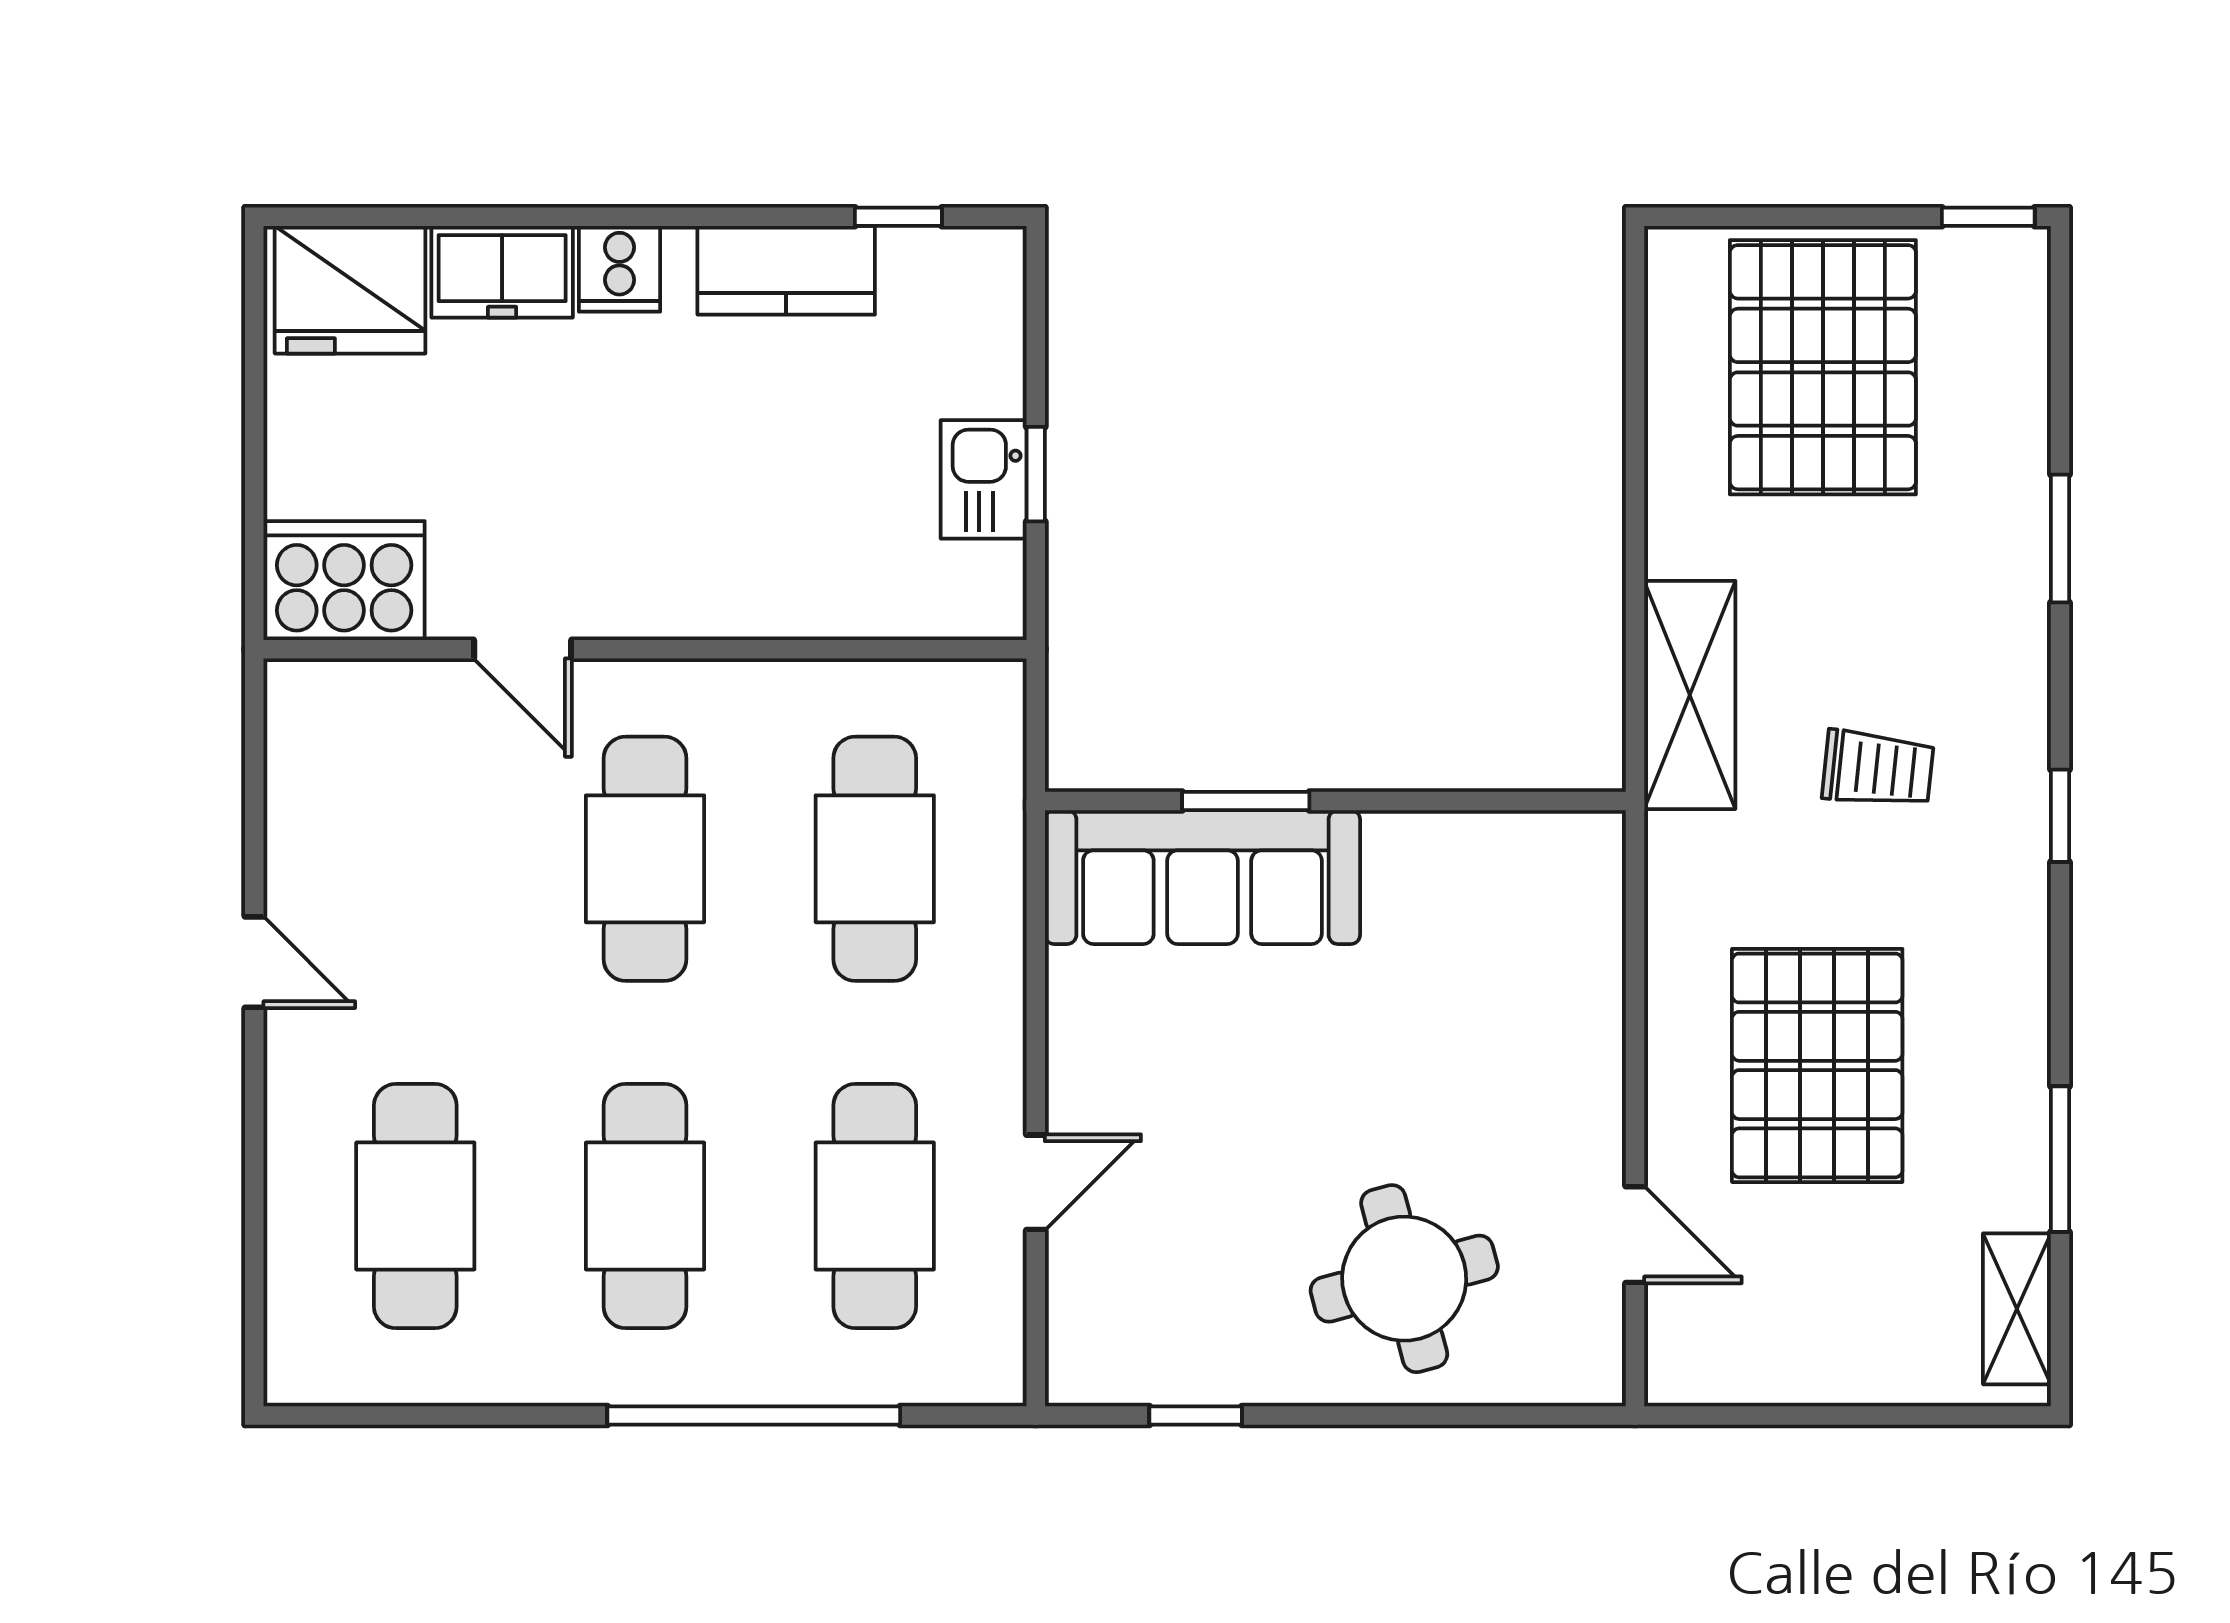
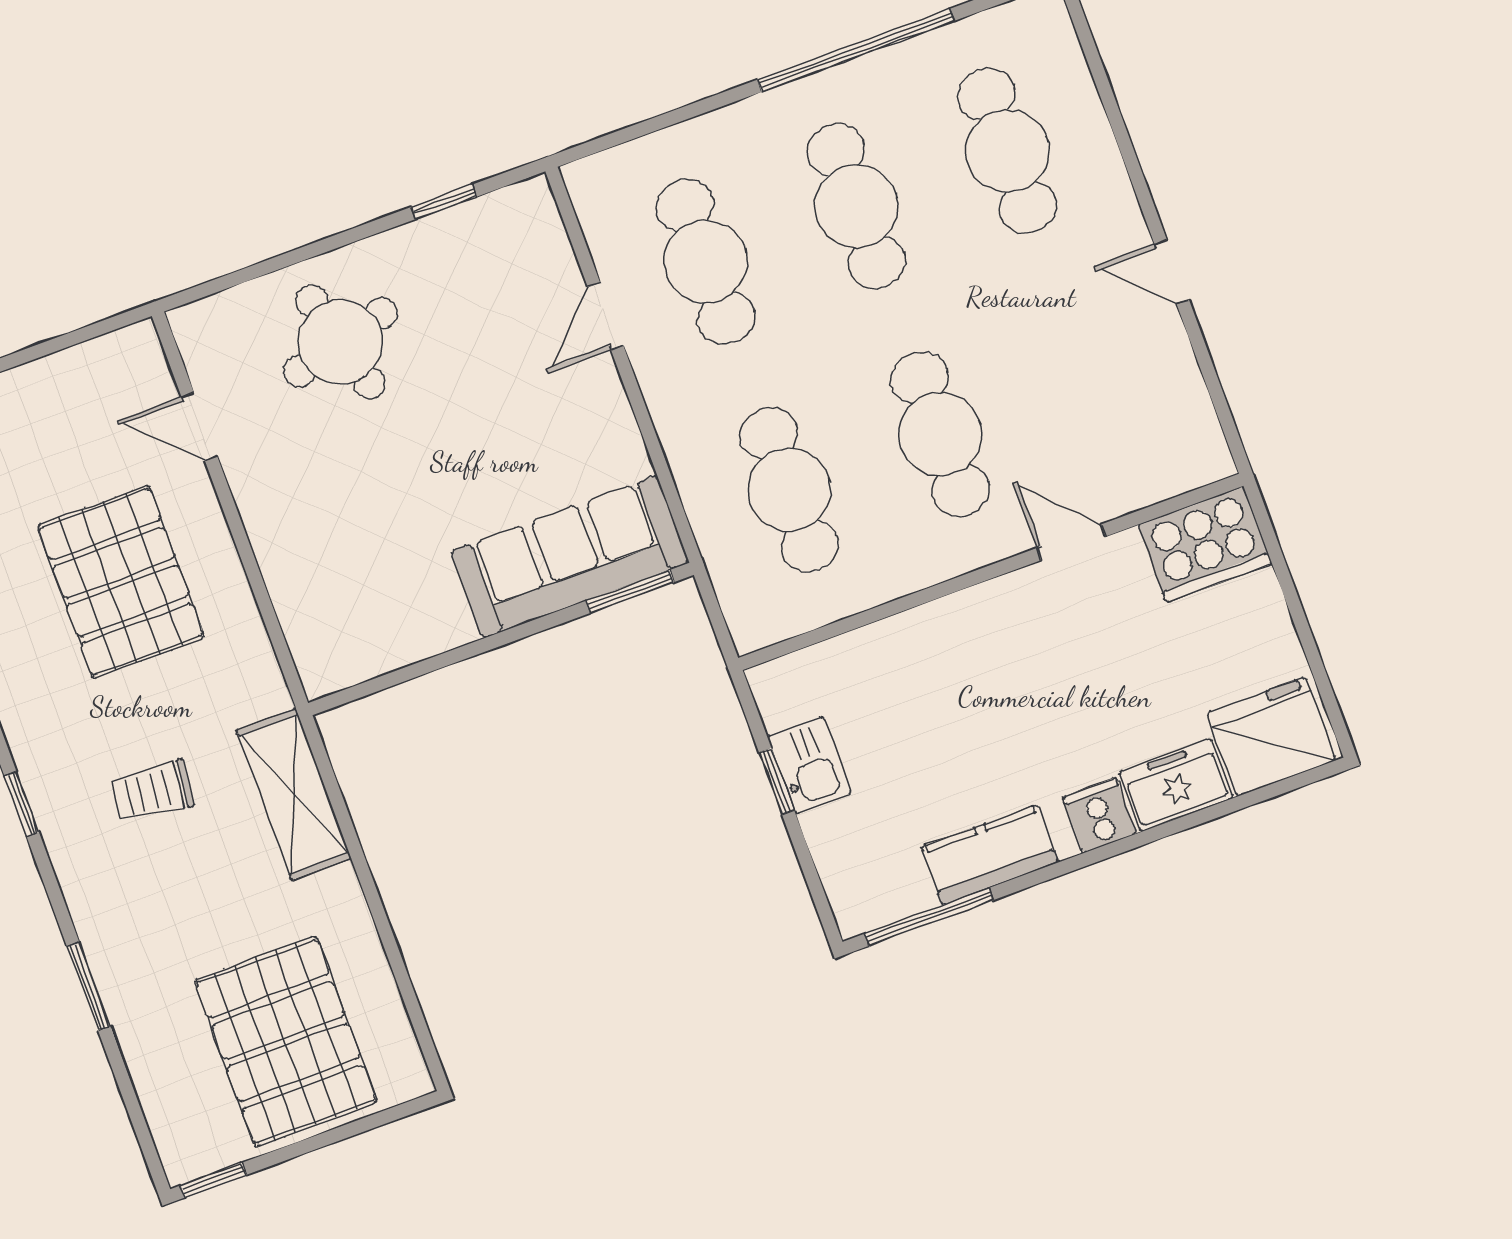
window: (898, 217) -> (929, 917), width x2.17
window: (1246, 801) -> (630, 591), moved
window: (754, 1416) -> (856, 50), moved

